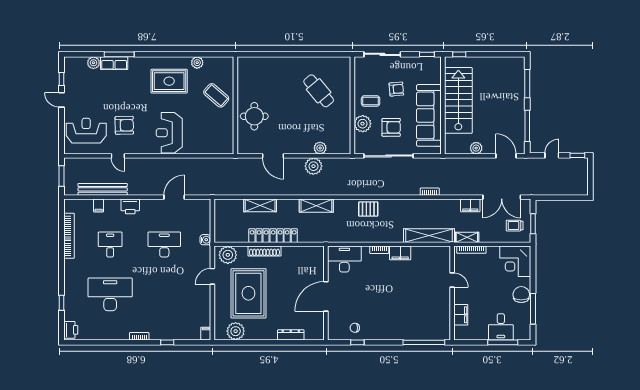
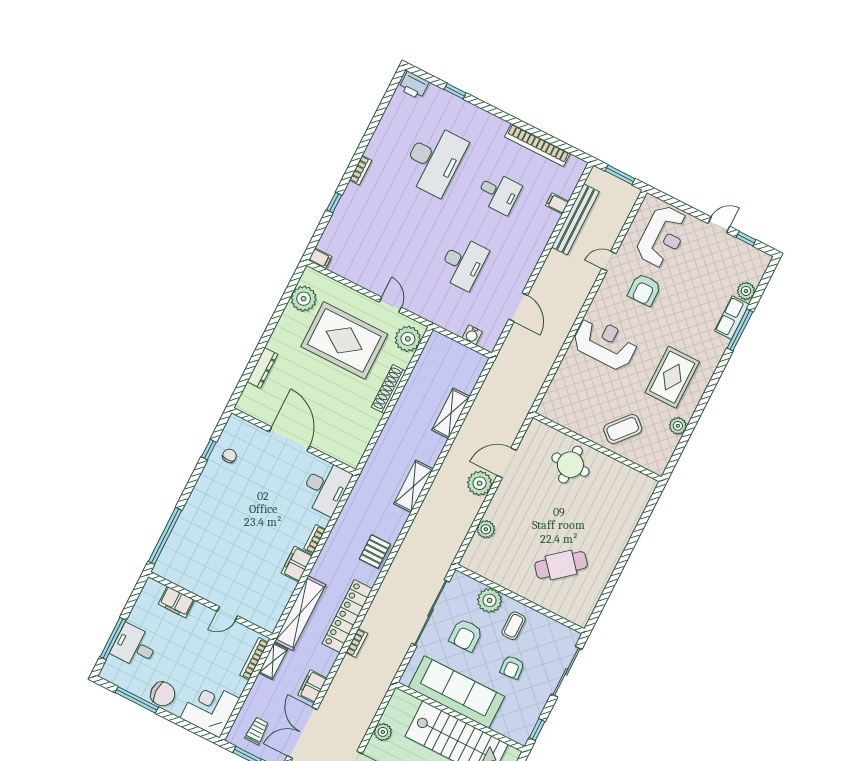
plant: (313, 166) -> (480, 483), moved
printer: (130, 206) -> (535, 244), removed
locker: (273, 236) -> (347, 616), moved, turned 180
water cooler: (205, 240) -> (472, 335), moved

